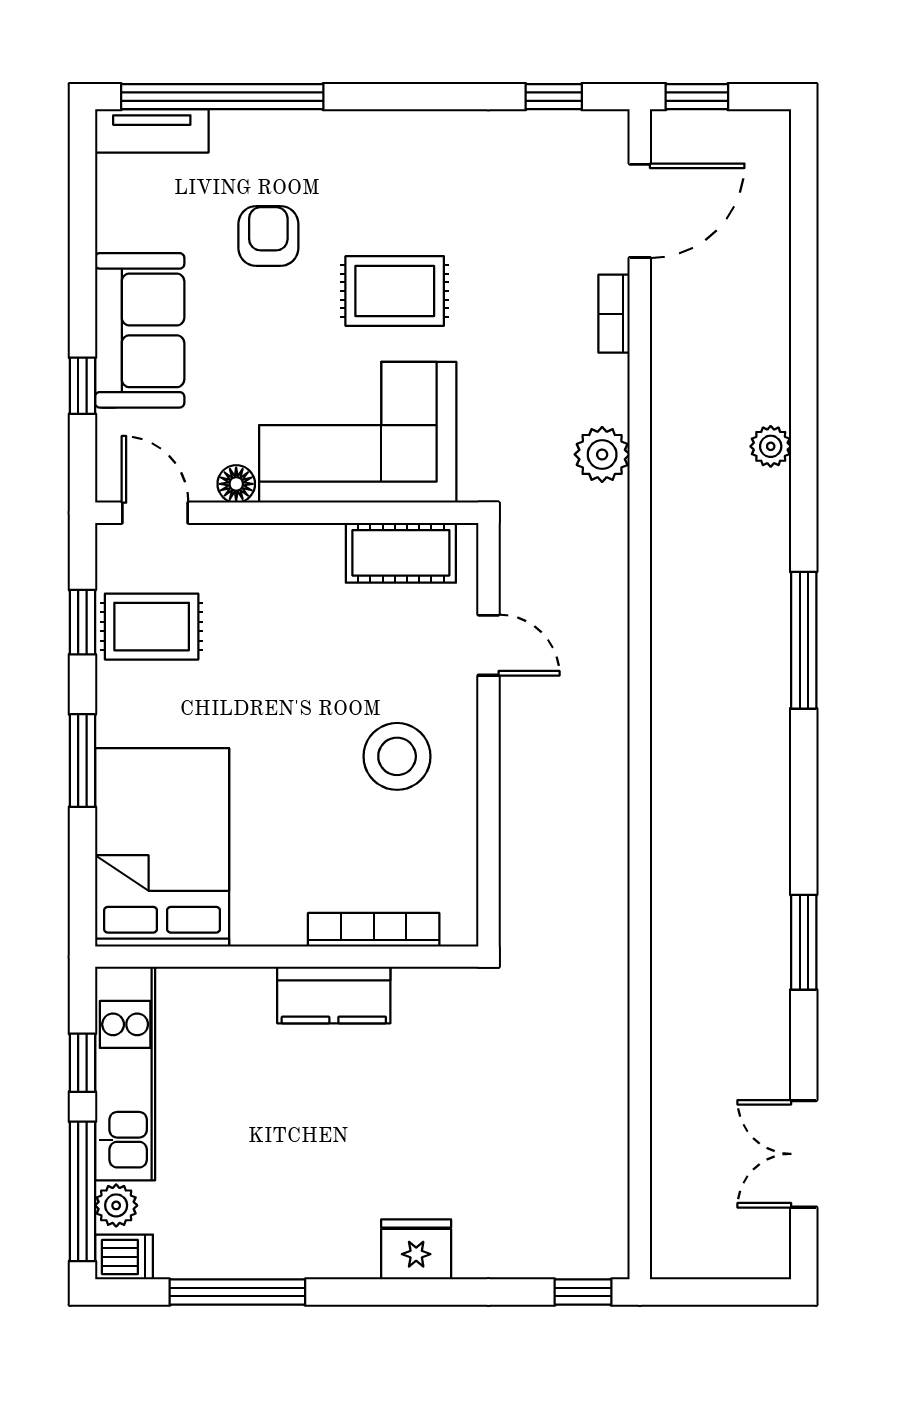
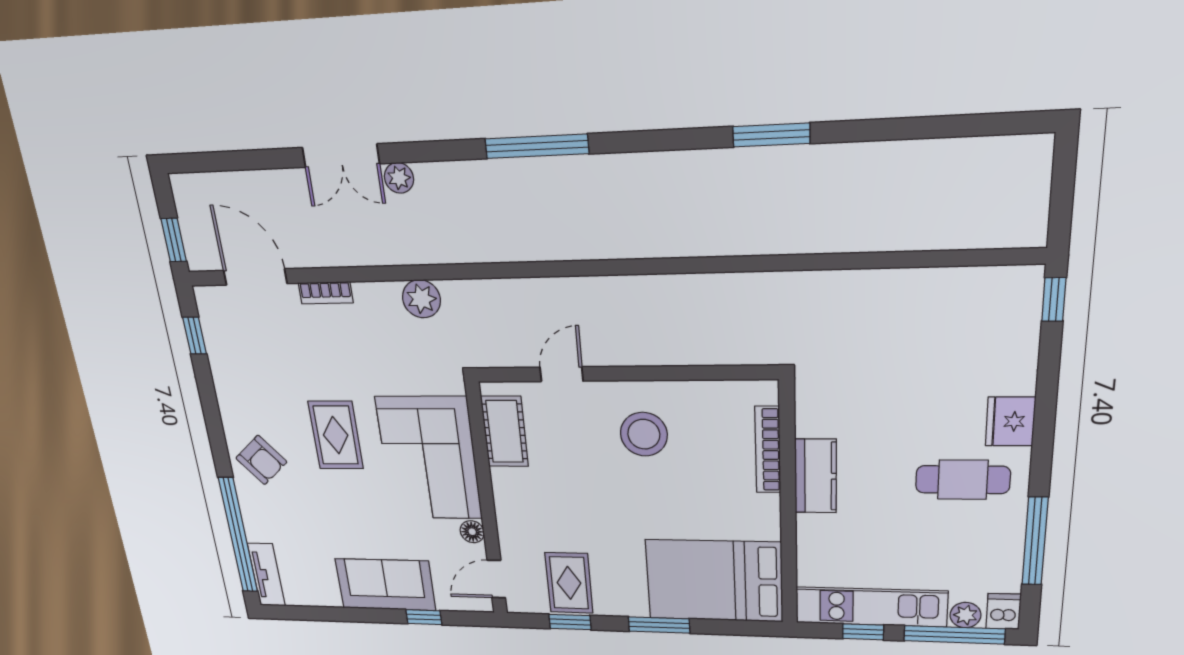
armchair: (268, 236) -> (261, 460), moved, turned -131
double door: (804, 1154) -> (341, 156), moved
cafe table: (330, 1192) -> (963, 480), added

